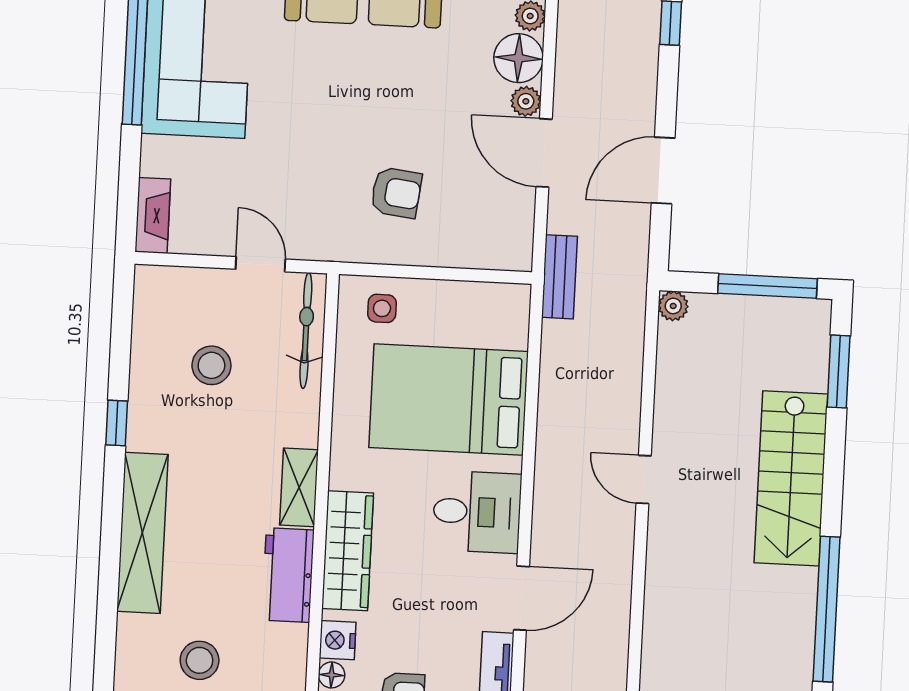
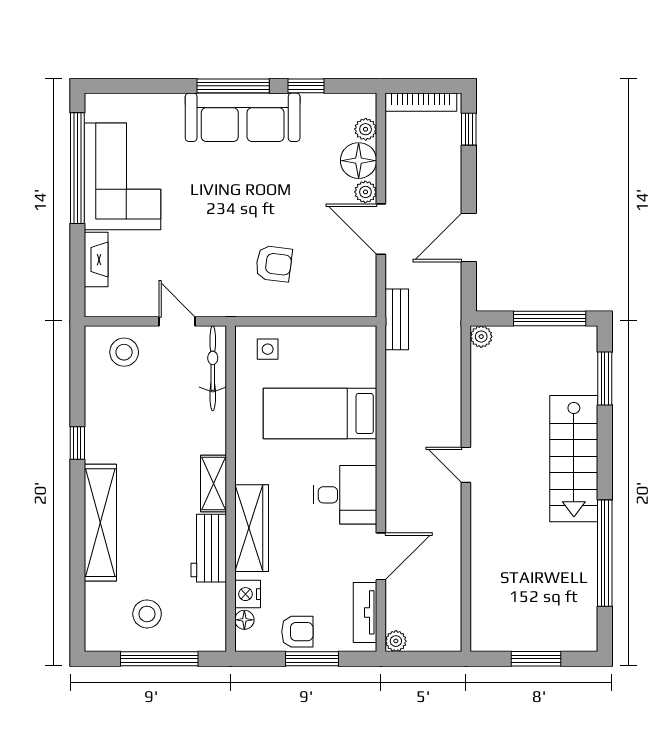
fireplace: (153, 216) -> (96, 260), moved
stool: (211, 365) -> (124, 352), moved
bed: (449, 400) -> (320, 414), width x0.67

